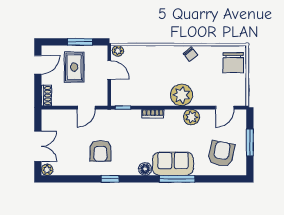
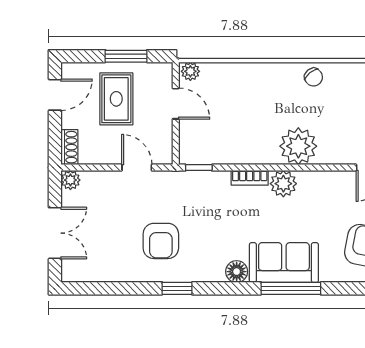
door: (86, 108) -> (137, 168), swing flipped
plant: (192, 117) -> (283, 184), moved
plant: (47, 170) -> (70, 180), moved

